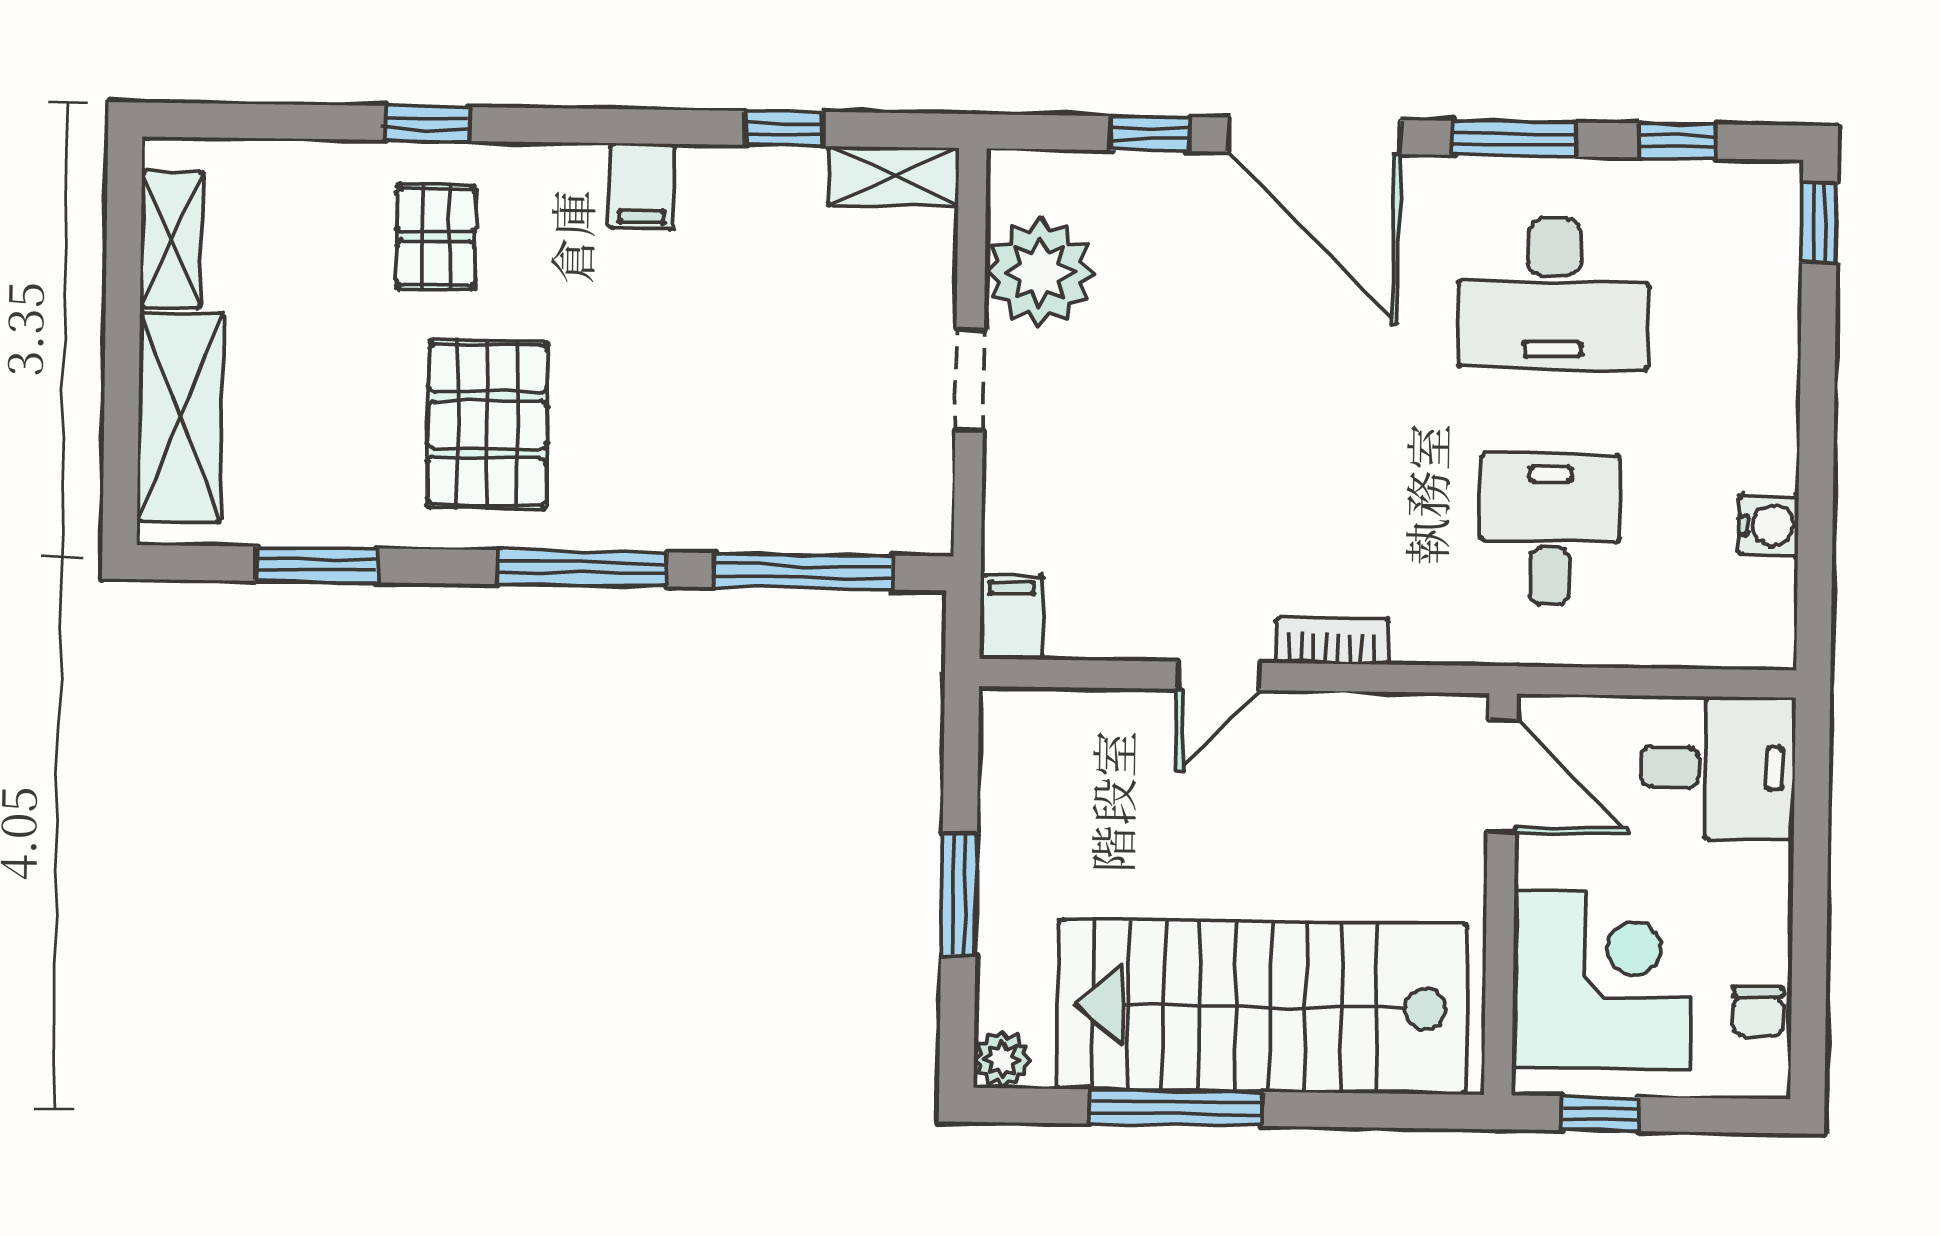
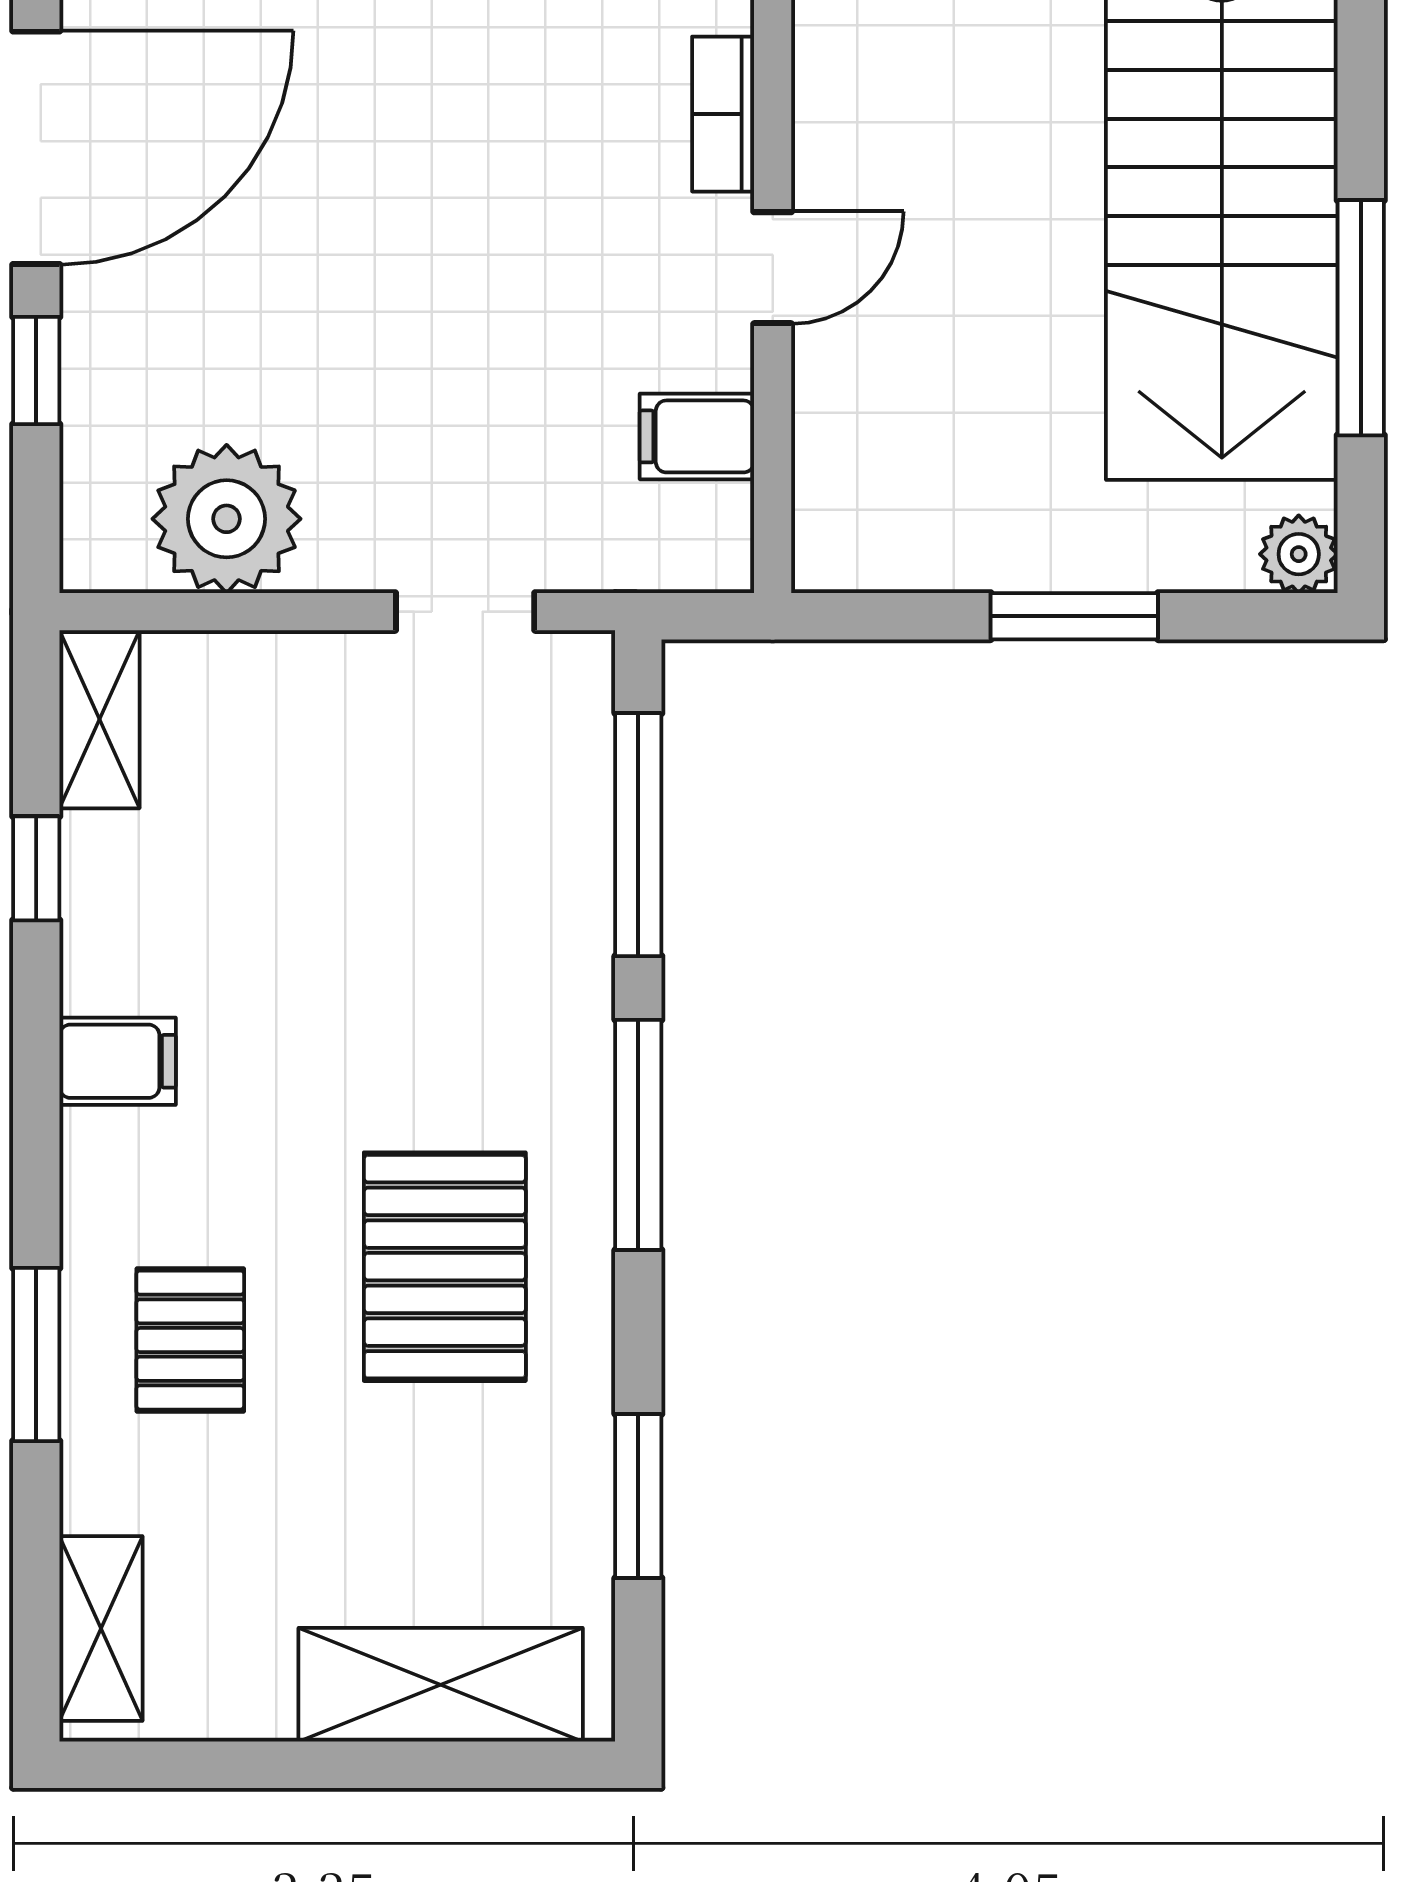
window: (427, 123) -> (36, 1355), width x1.50
pallet: (436, 237) -> (190, 1340), turned 90
shelving: (171, 239) -> (101, 1628), moved, turned 90
doorway: (970, 380) -> (465, 612), moved
pallet: (487, 425) -> (445, 1267), turned 90
filing cabinet: (1011, 617) -> (697, 436), moved
door: (1218, 676) -> (773, 268), hinge flipped

